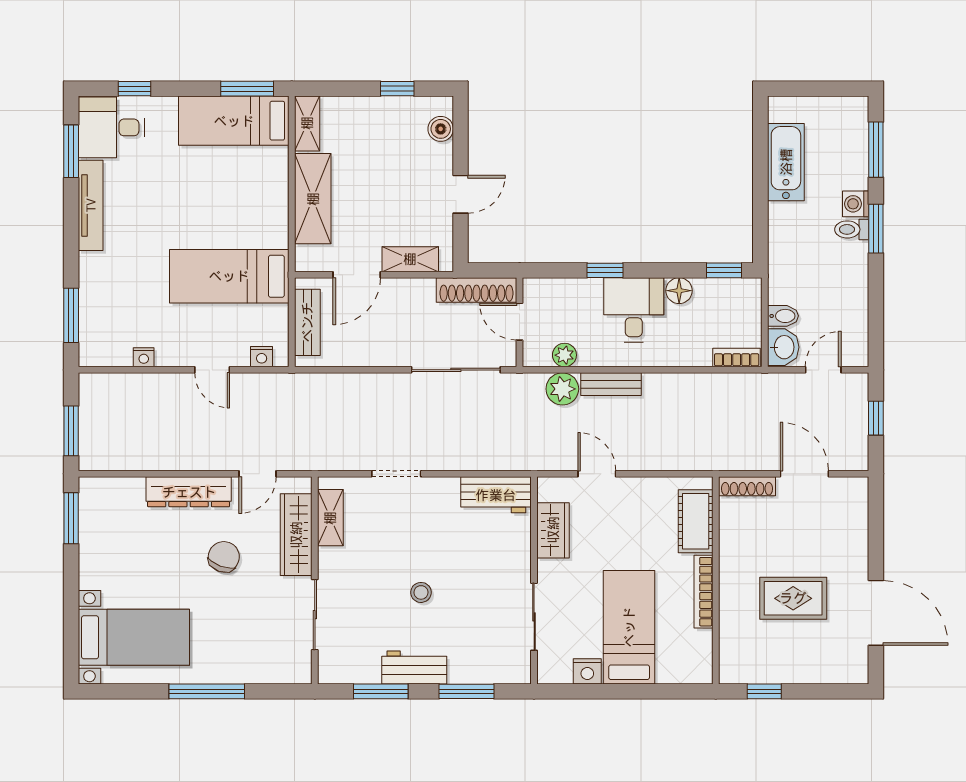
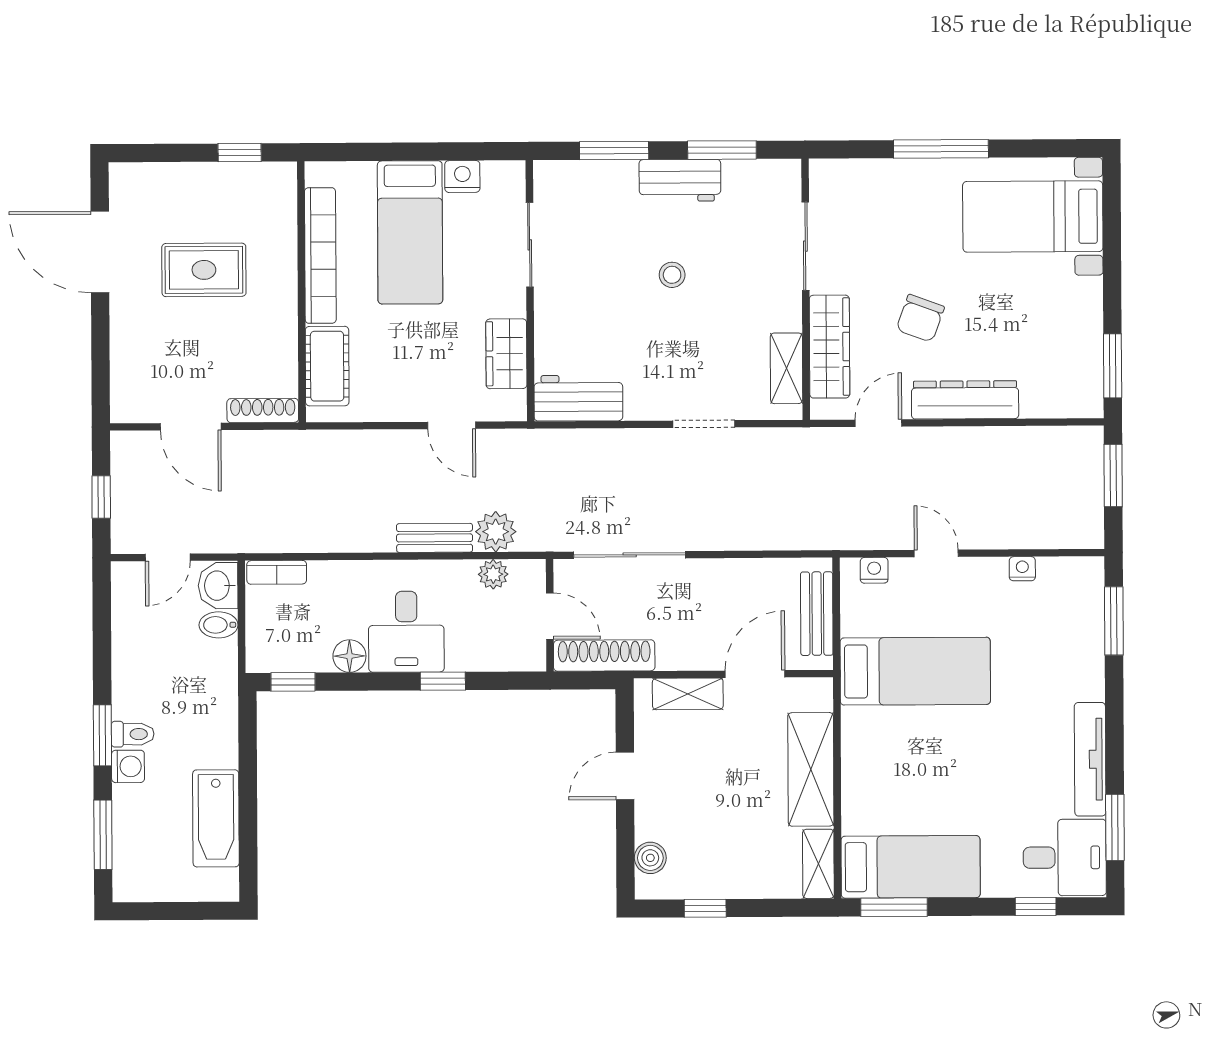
bookcase: (704, 592) -> (320, 256), width x1.48, depth x1.31

